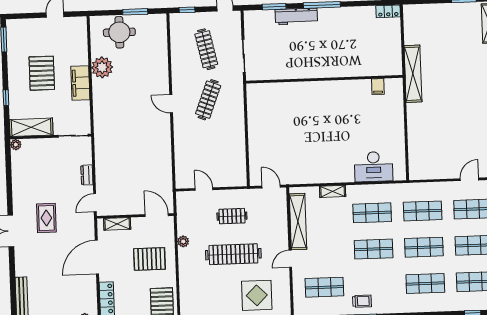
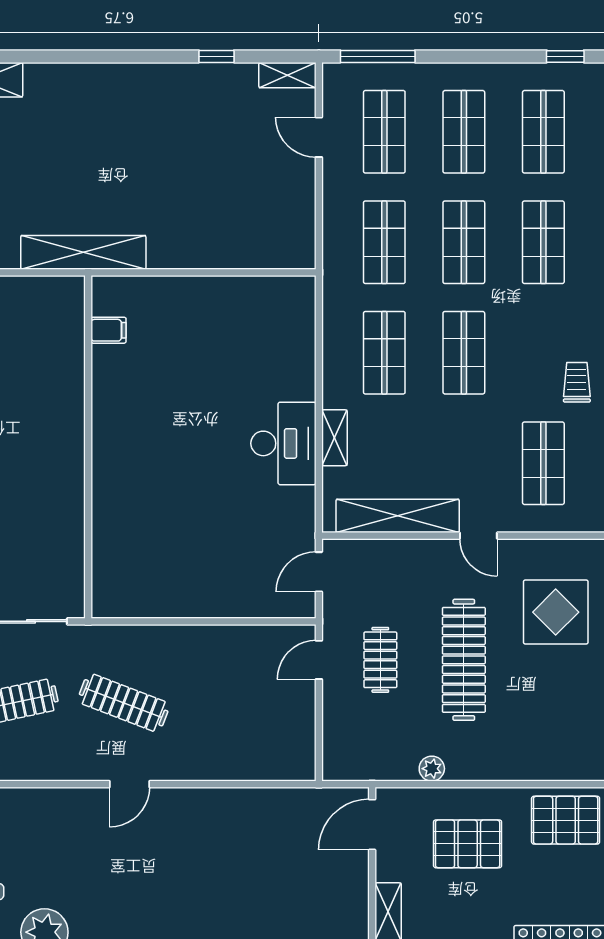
desk: (374, 167) -> (283, 443), moved
door: (204, 189) -> (319, 660), moved
pallet: (149, 259) -> (468, 844), turned 90

